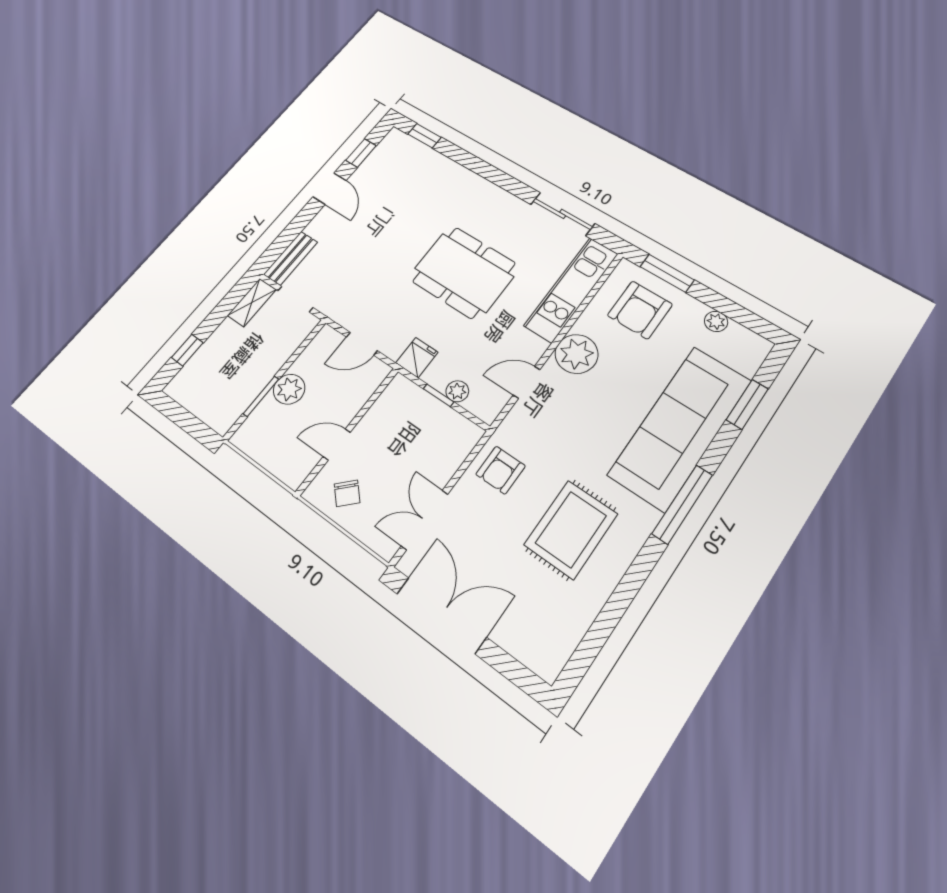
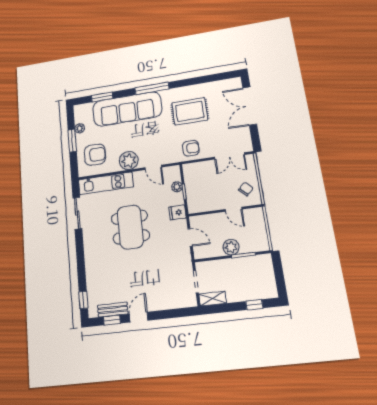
bench: (291, 258) -> (113, 310), moved
window: (667, 273) -> (72, 141), moved
double door: (441, 615) -> (250, 106), moved

